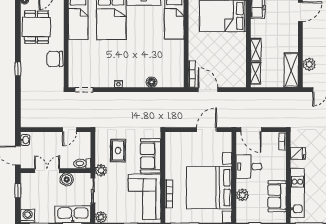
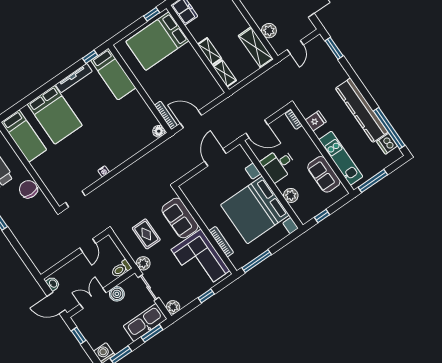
chair: (55, 59) -> (28, 189), turned 90
floor lamp: (152, 82) -> (159, 131), moved

